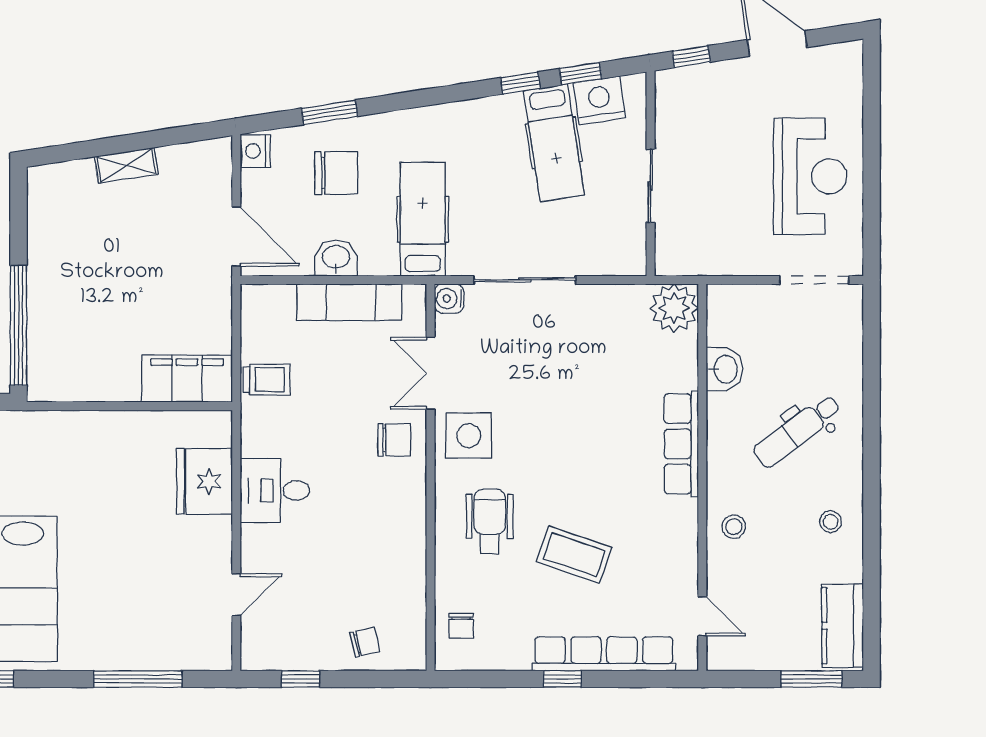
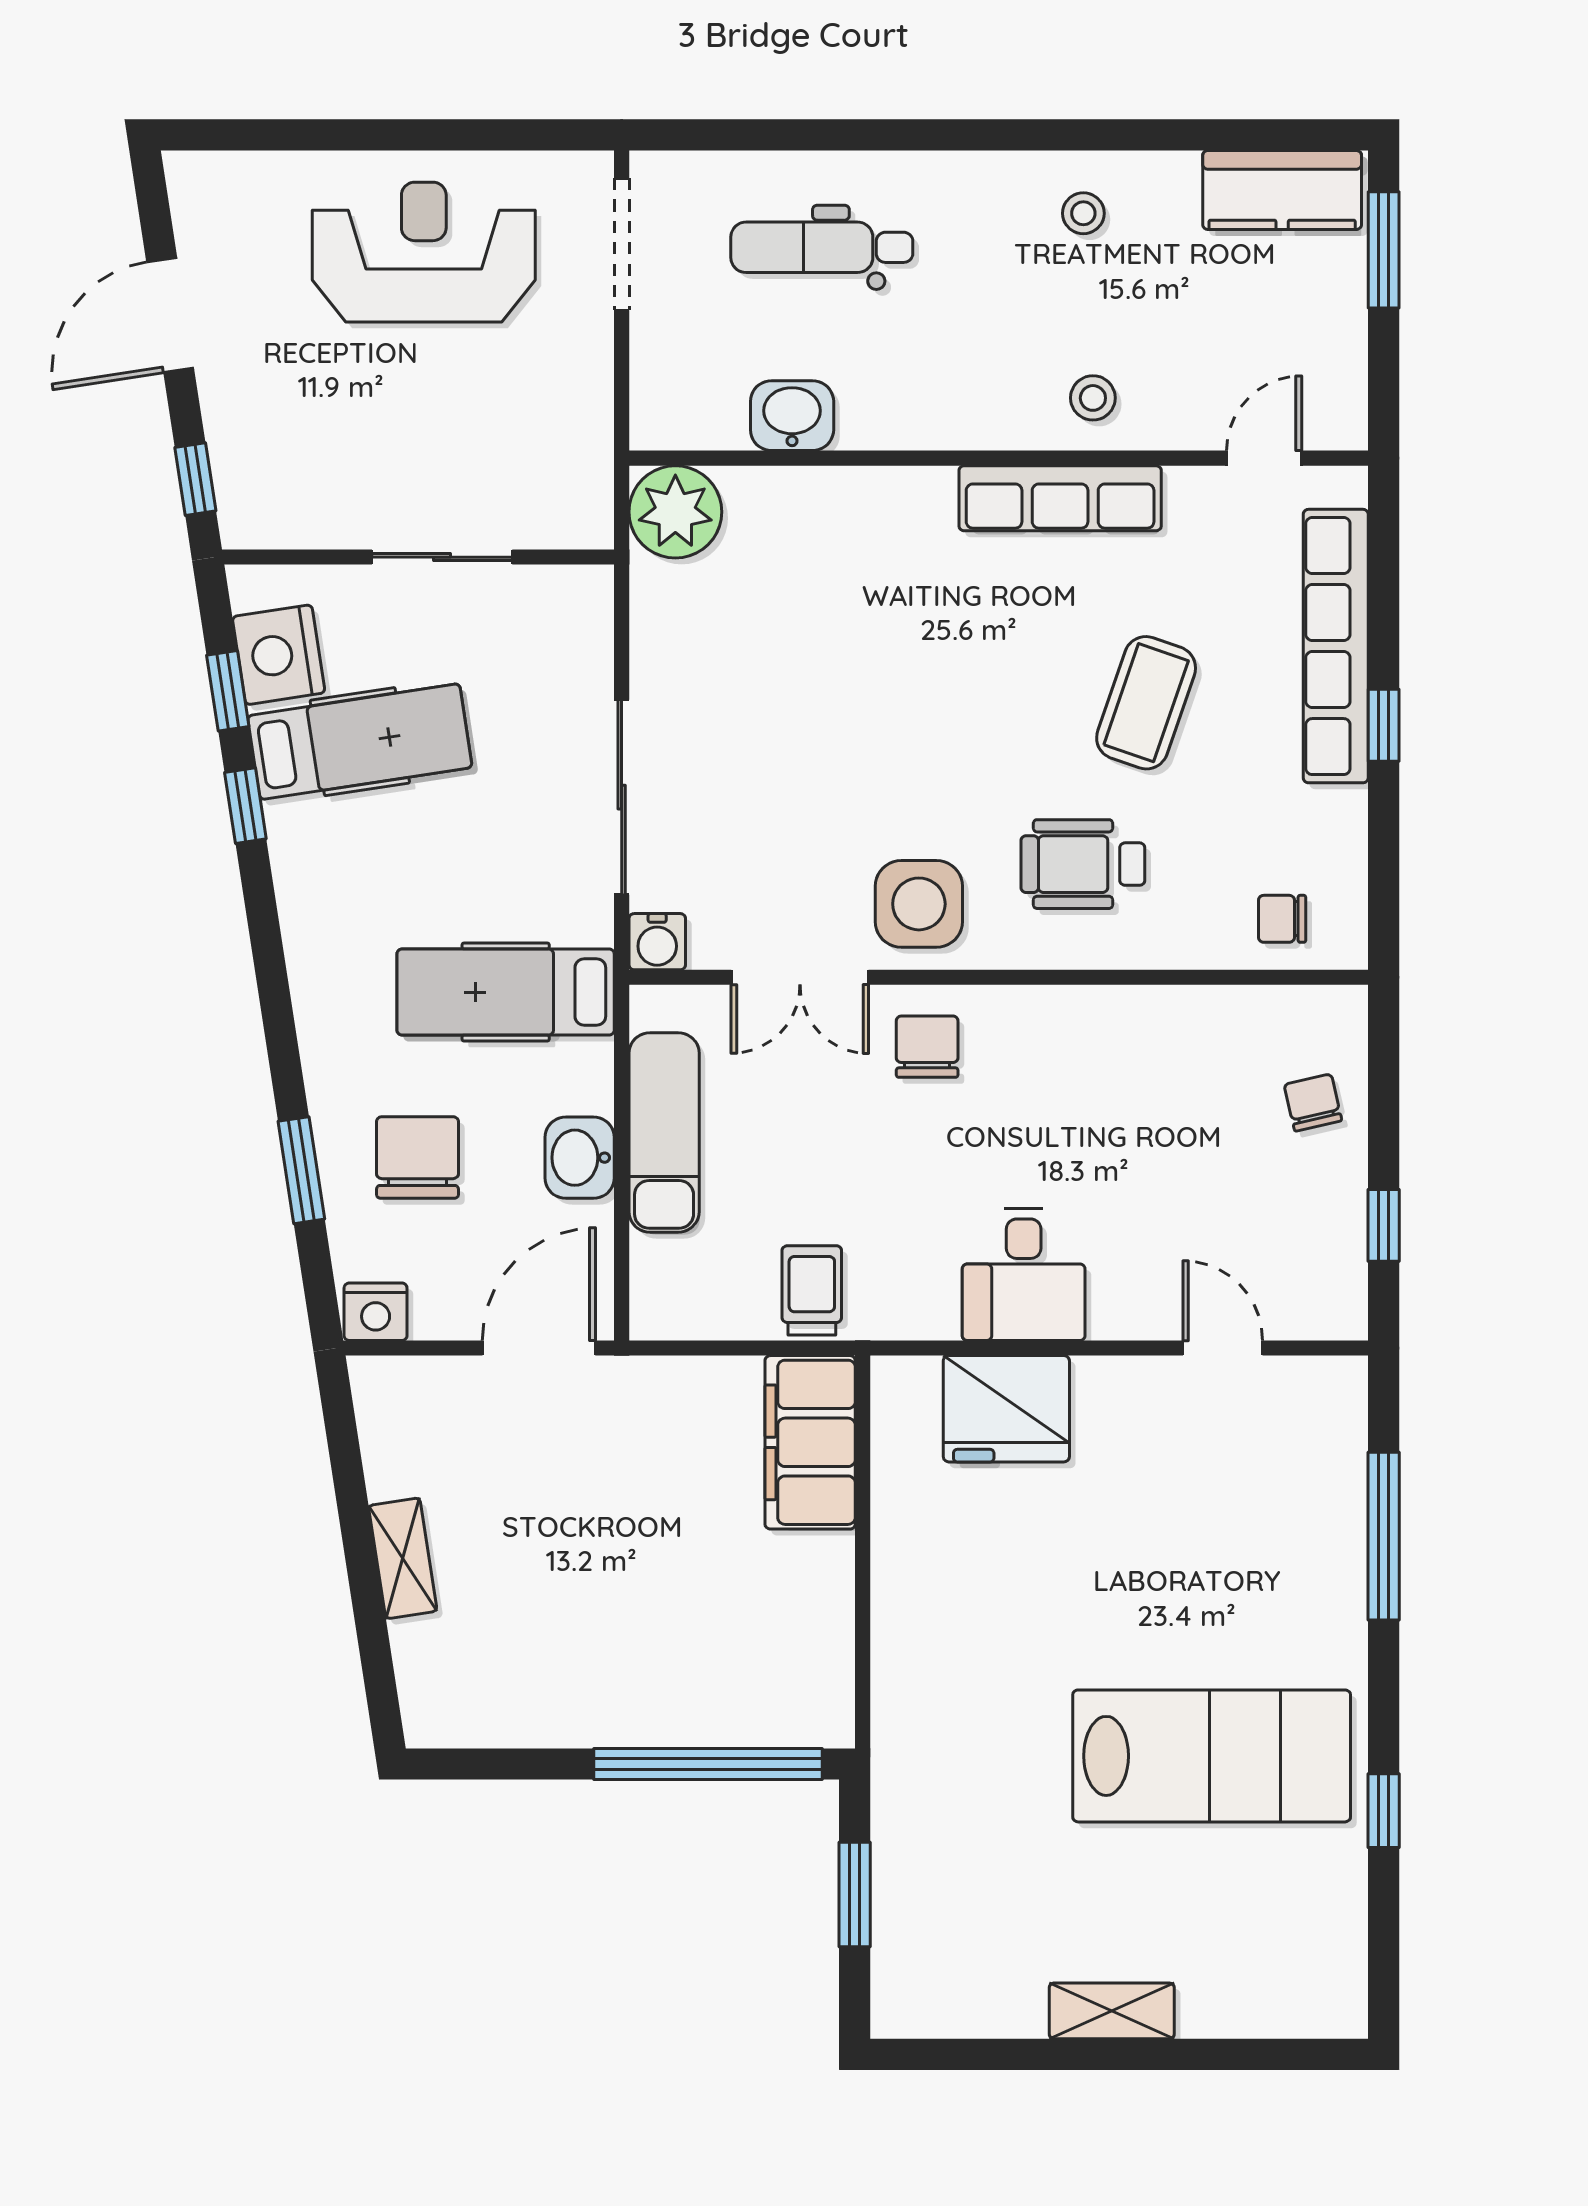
dental chair: (797, 431) -> (822, 247), moved, turned 127
row of seats: (681, 444) -> (1060, 498), moved
chair: (461, 626) -> (1282, 919), turned 180

